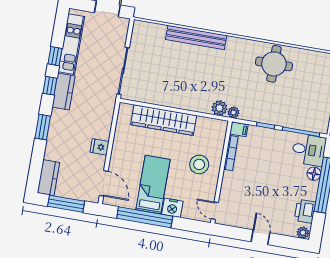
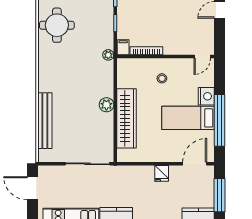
bench: (196, 37) -> (45, 121), moved
plant: (219, 108) -> (106, 105), moved
stool: (199, 164) -> (162, 78), width x0.53, depth x0.53

